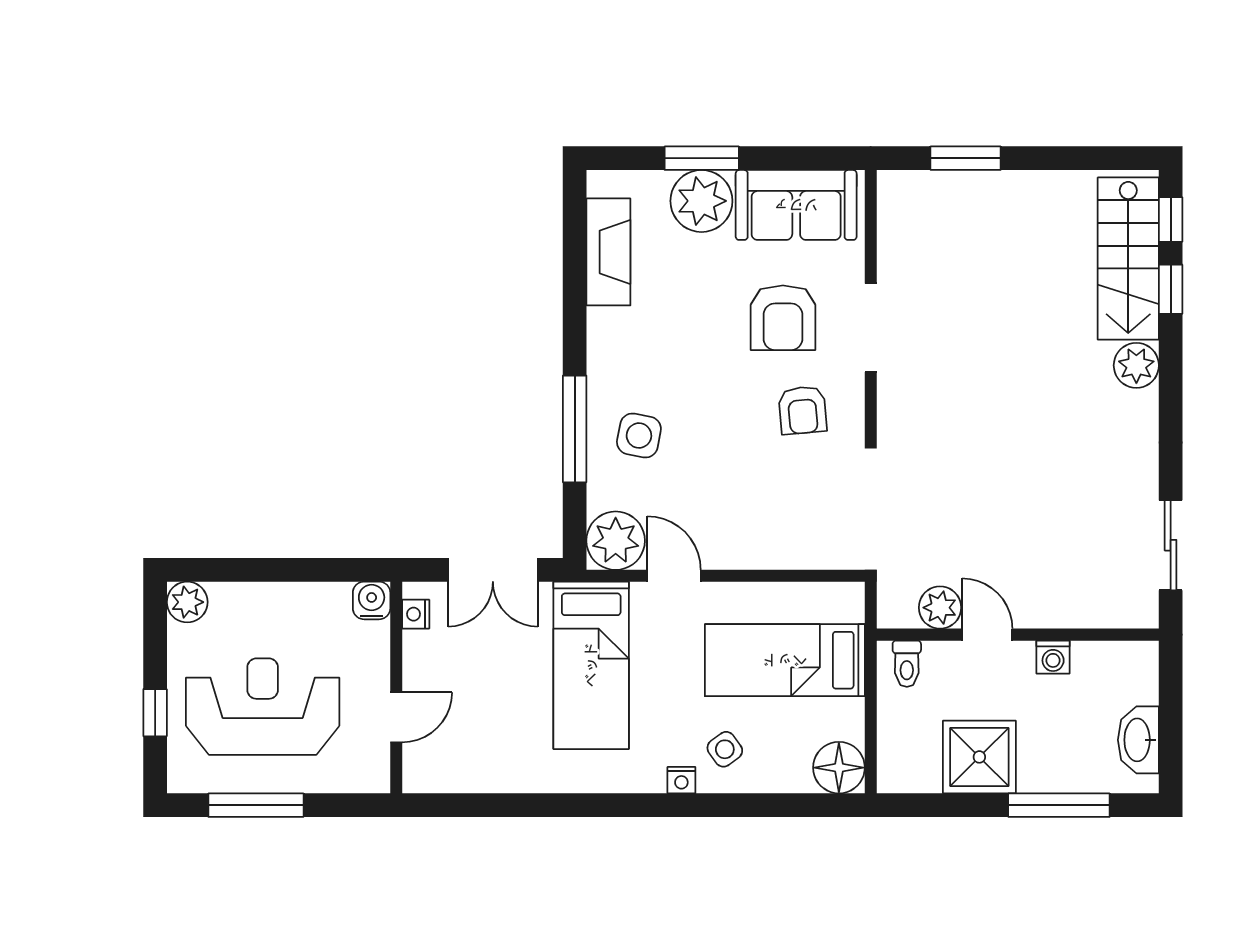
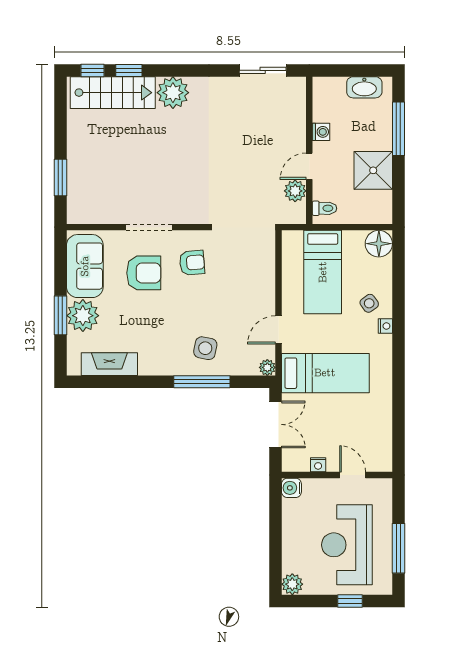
plant: (1136, 365) -> (173, 93), width x1.36, depth x1.36
plant: (616, 541) -> (267, 367), width x0.53, depth x0.53
nightstand: (416, 614) -> (318, 465), moved

